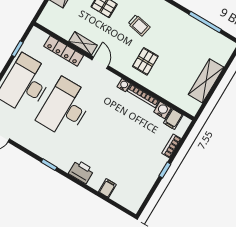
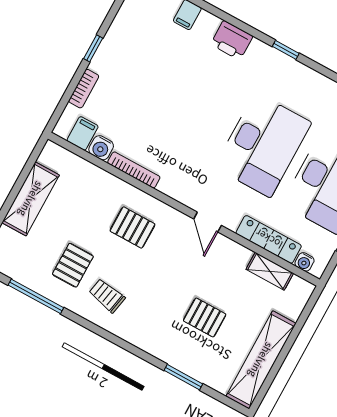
trolley: (139, 25) -> (107, 296), moved
pallet: (182, 40) -> (73, 265), added
shelving: (83, 43) -> (270, 271), moved
pallet: (145, 61) -> (132, 227), turned 90
water cooler: (124, 85) -> (304, 262), moved

